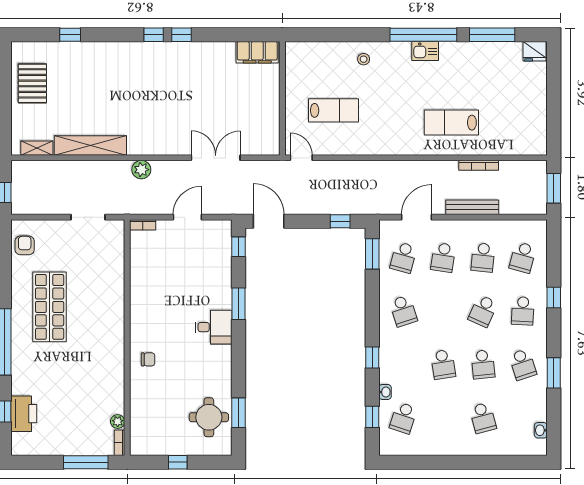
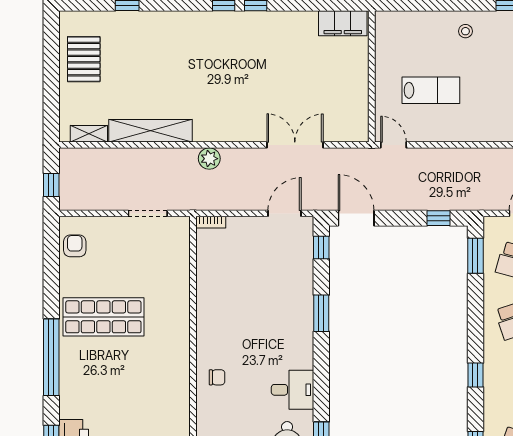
door: (187, 217) -> (285, 213), moved
shop shelf: (50, 307) -> (103, 317), turned 90
desk: (214, 327) -> (293, 390), moved
washbasin: (385, 392) -> (490, 415), removed

